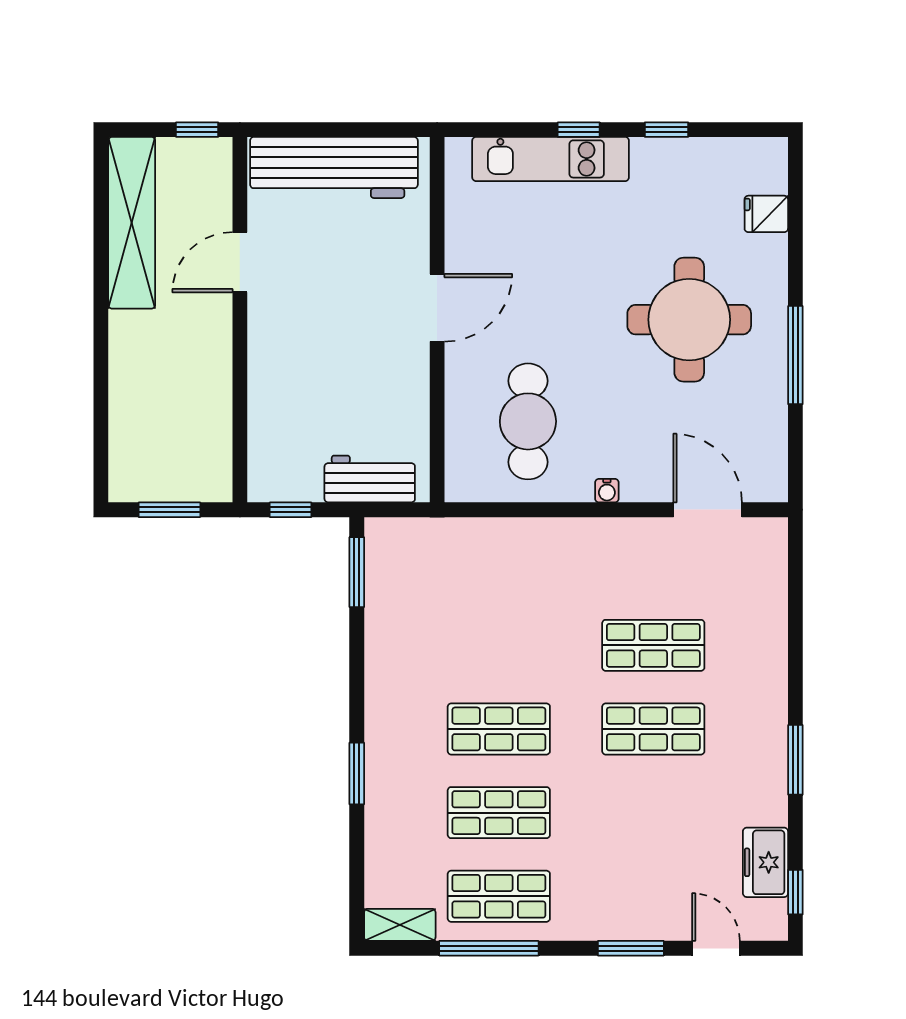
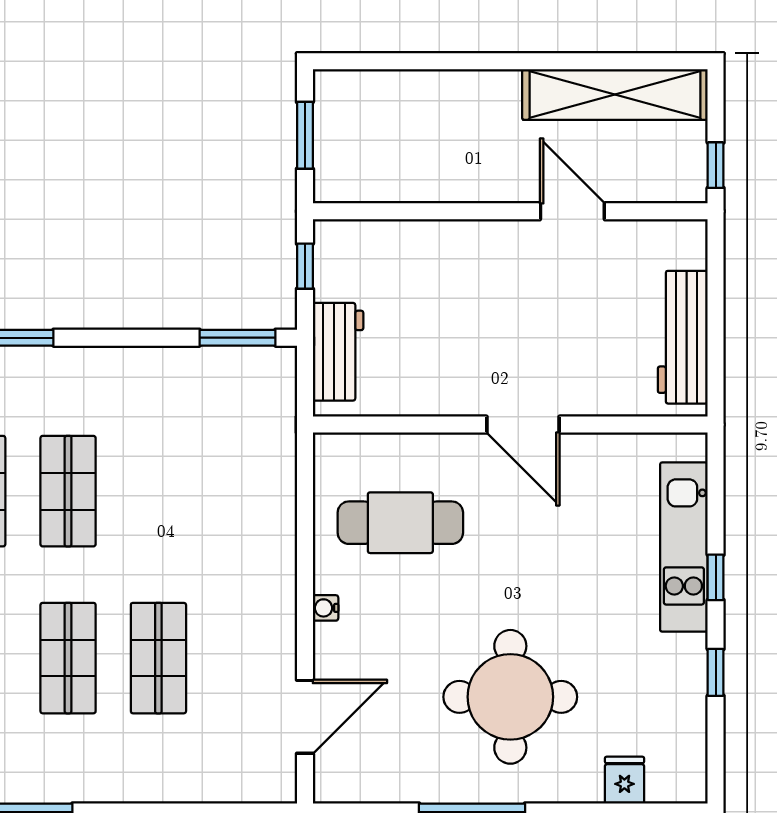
workbench: (334, 167) -> (683, 337), width x0.73, depth x0.76

